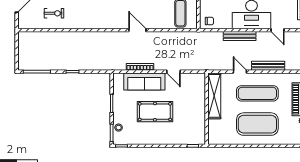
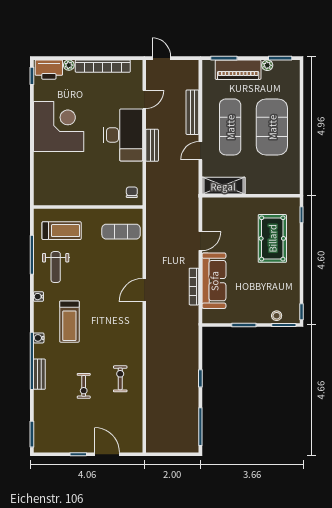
exercise bike: (54, 13) -> (120, 379), moved
bench: (240, 36) -> (152, 145), width x0.73
shelving: (214, 96) -> (223, 186), width x0.68
pool table: (155, 112) -> (272, 238), moved

